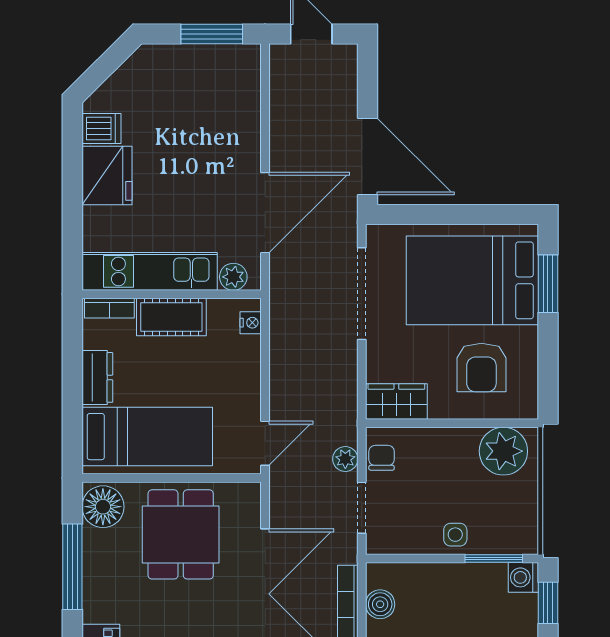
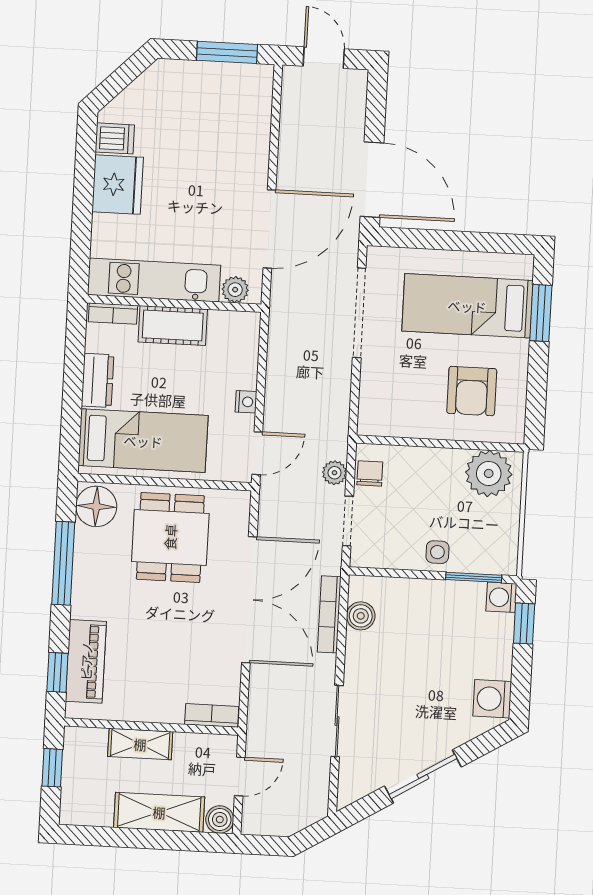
bed: (472, 280) -> (467, 306), width x0.67
nightstand: (251, 323) -> (246, 402), moved
wardrobe: (396, 402) -> (387, 420), removed

